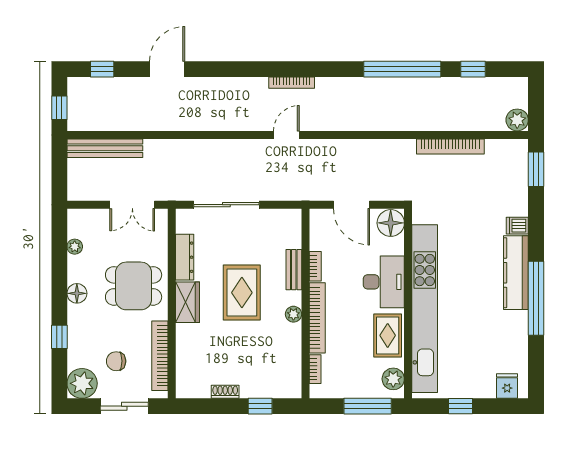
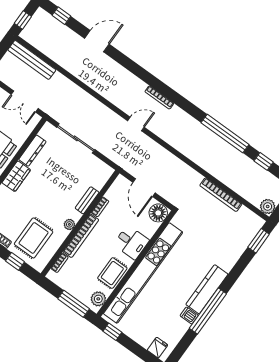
dishwasher: (517, 226) -> (189, 315), moved
desk: (384, 282) -> (131, 242), width x0.73
rug: (242, 293) -> (34, 238), moved
window: (461, 406) -> (112, 332), moved

